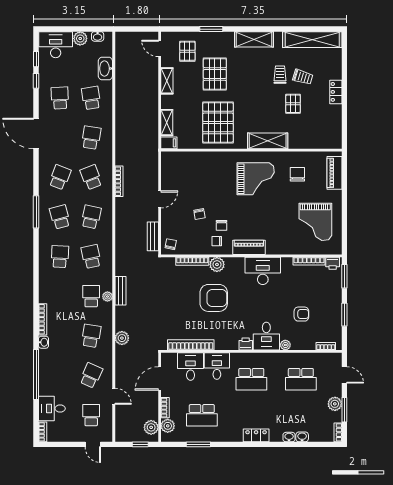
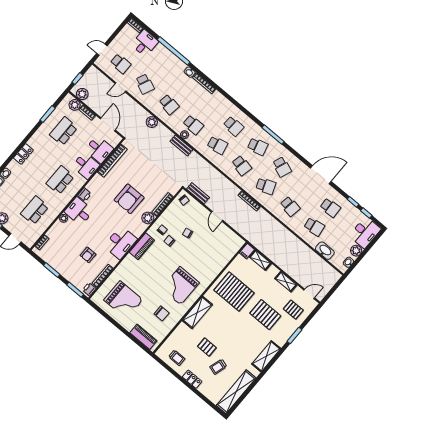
trolley: (280, 75) -> (177, 358), moved
grand piano: (315, 222) -> (123, 300), turned 180
armchair: (301, 314) -> (88, 255), moved

